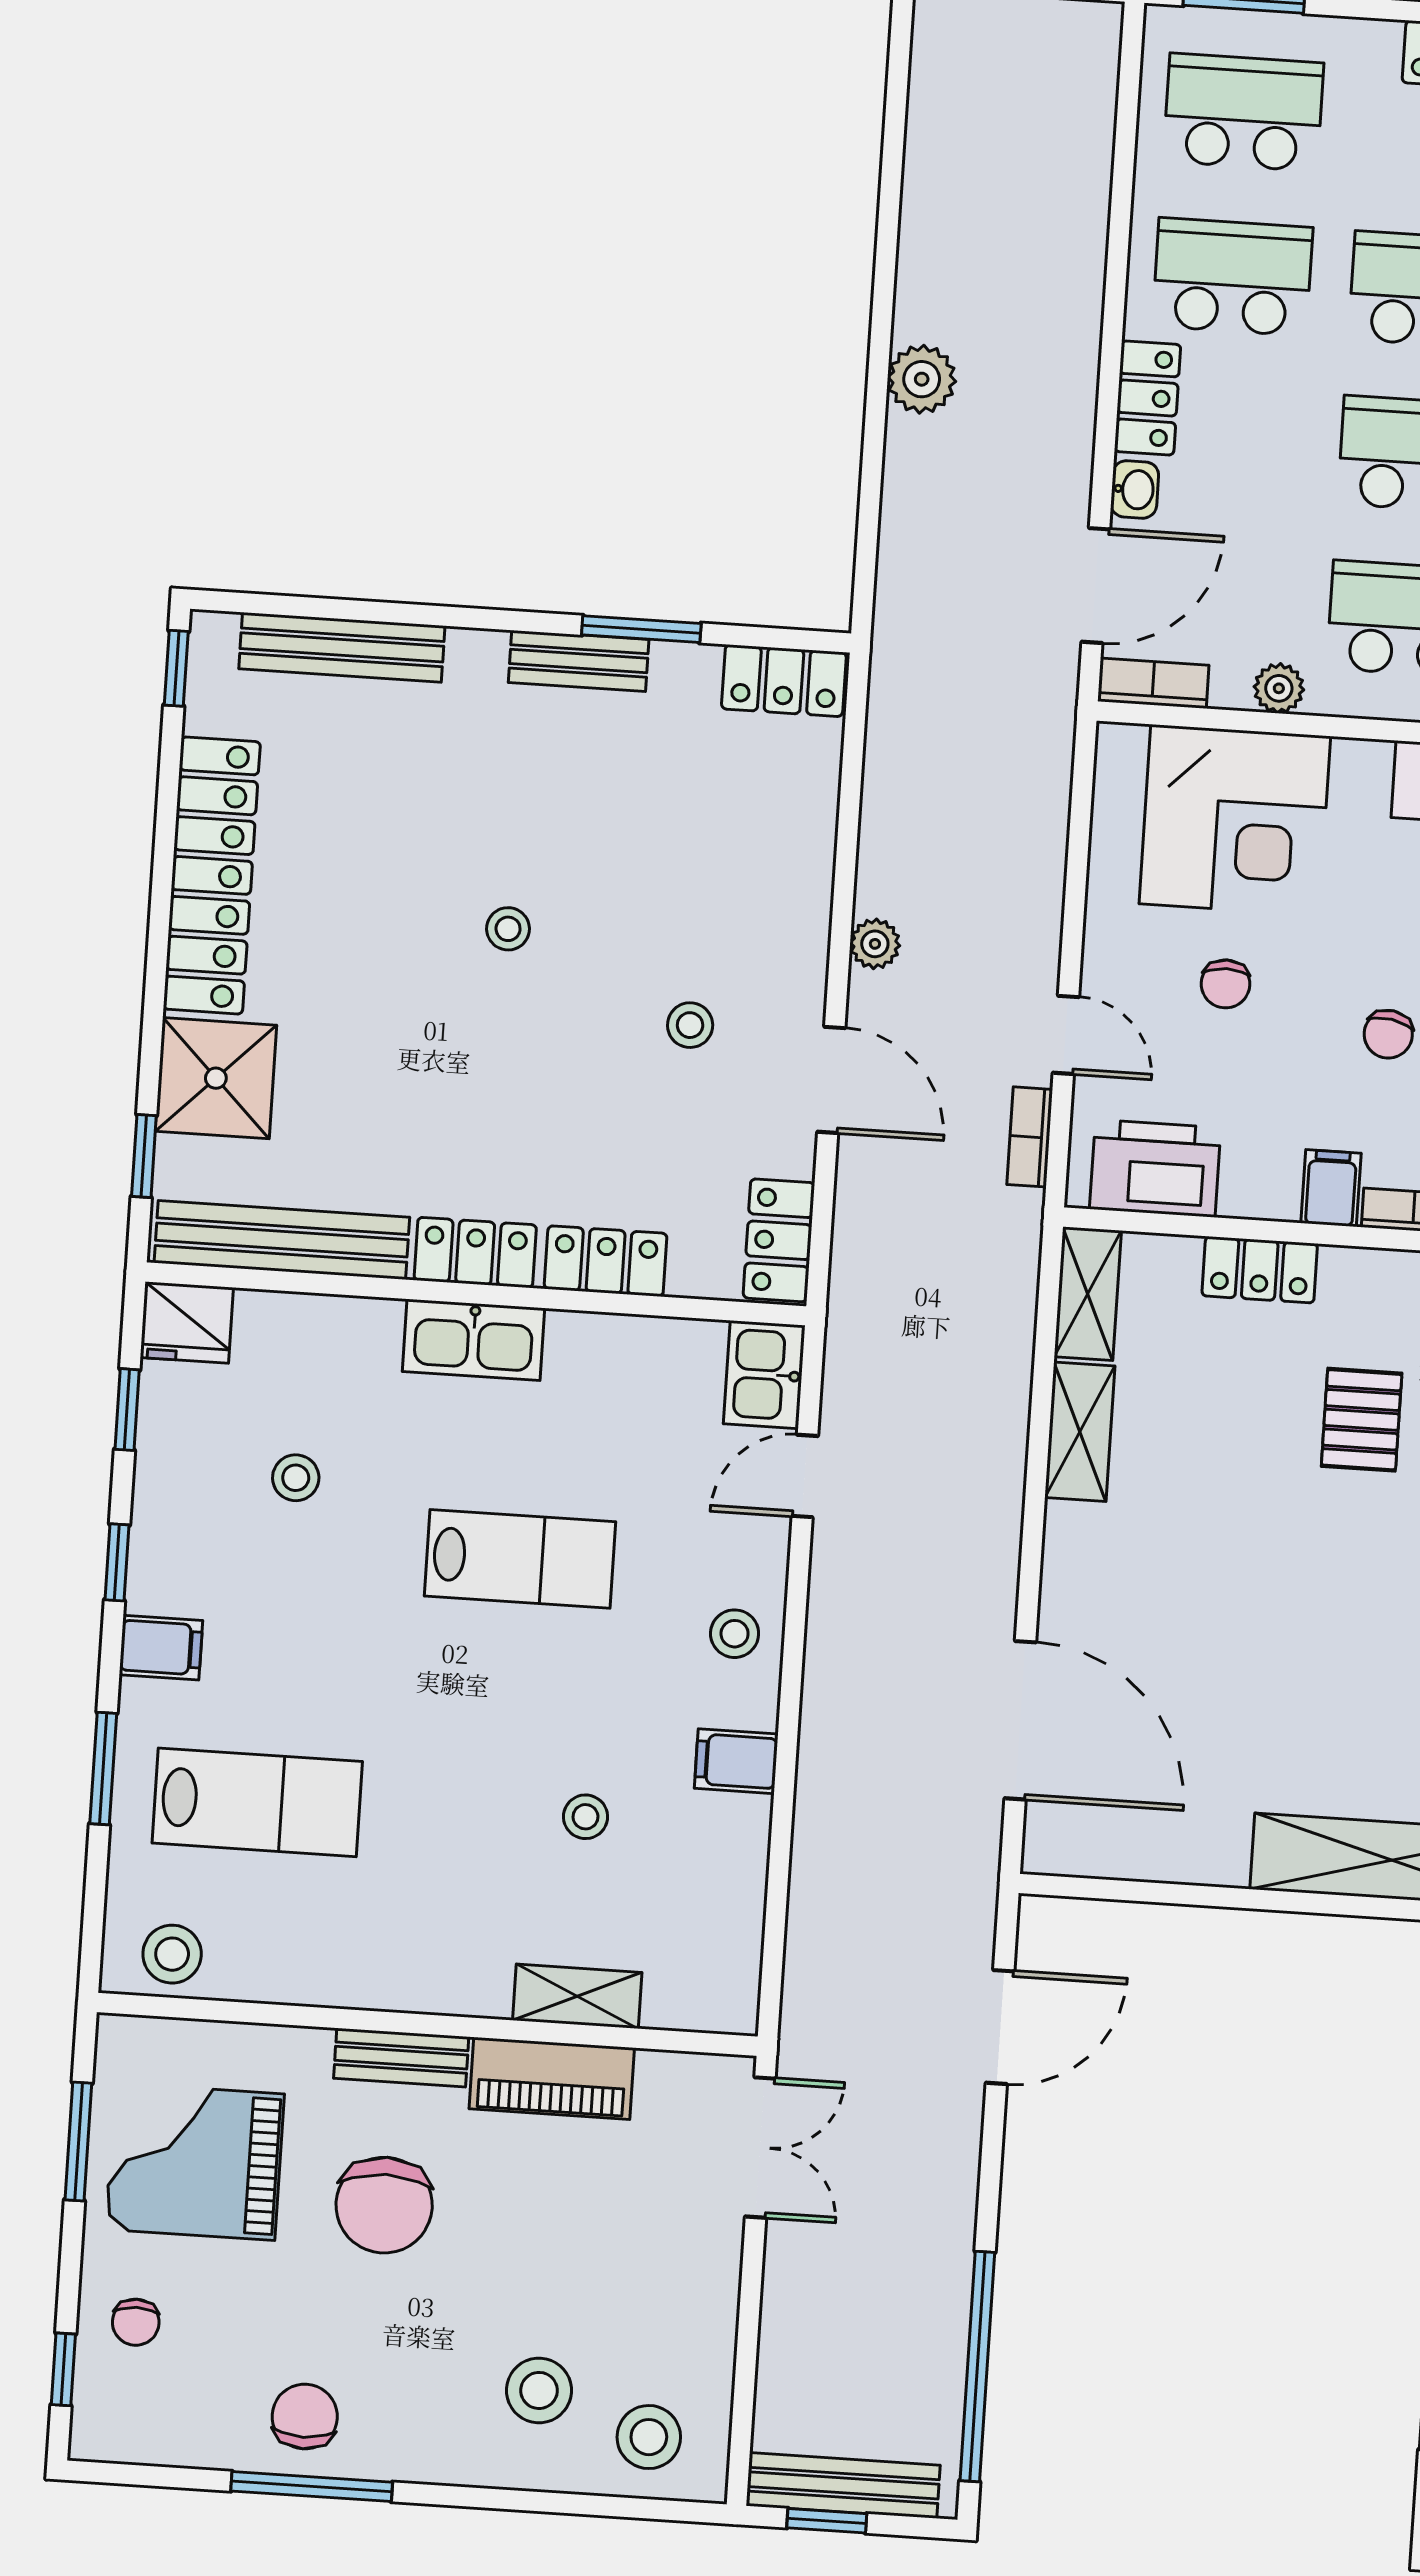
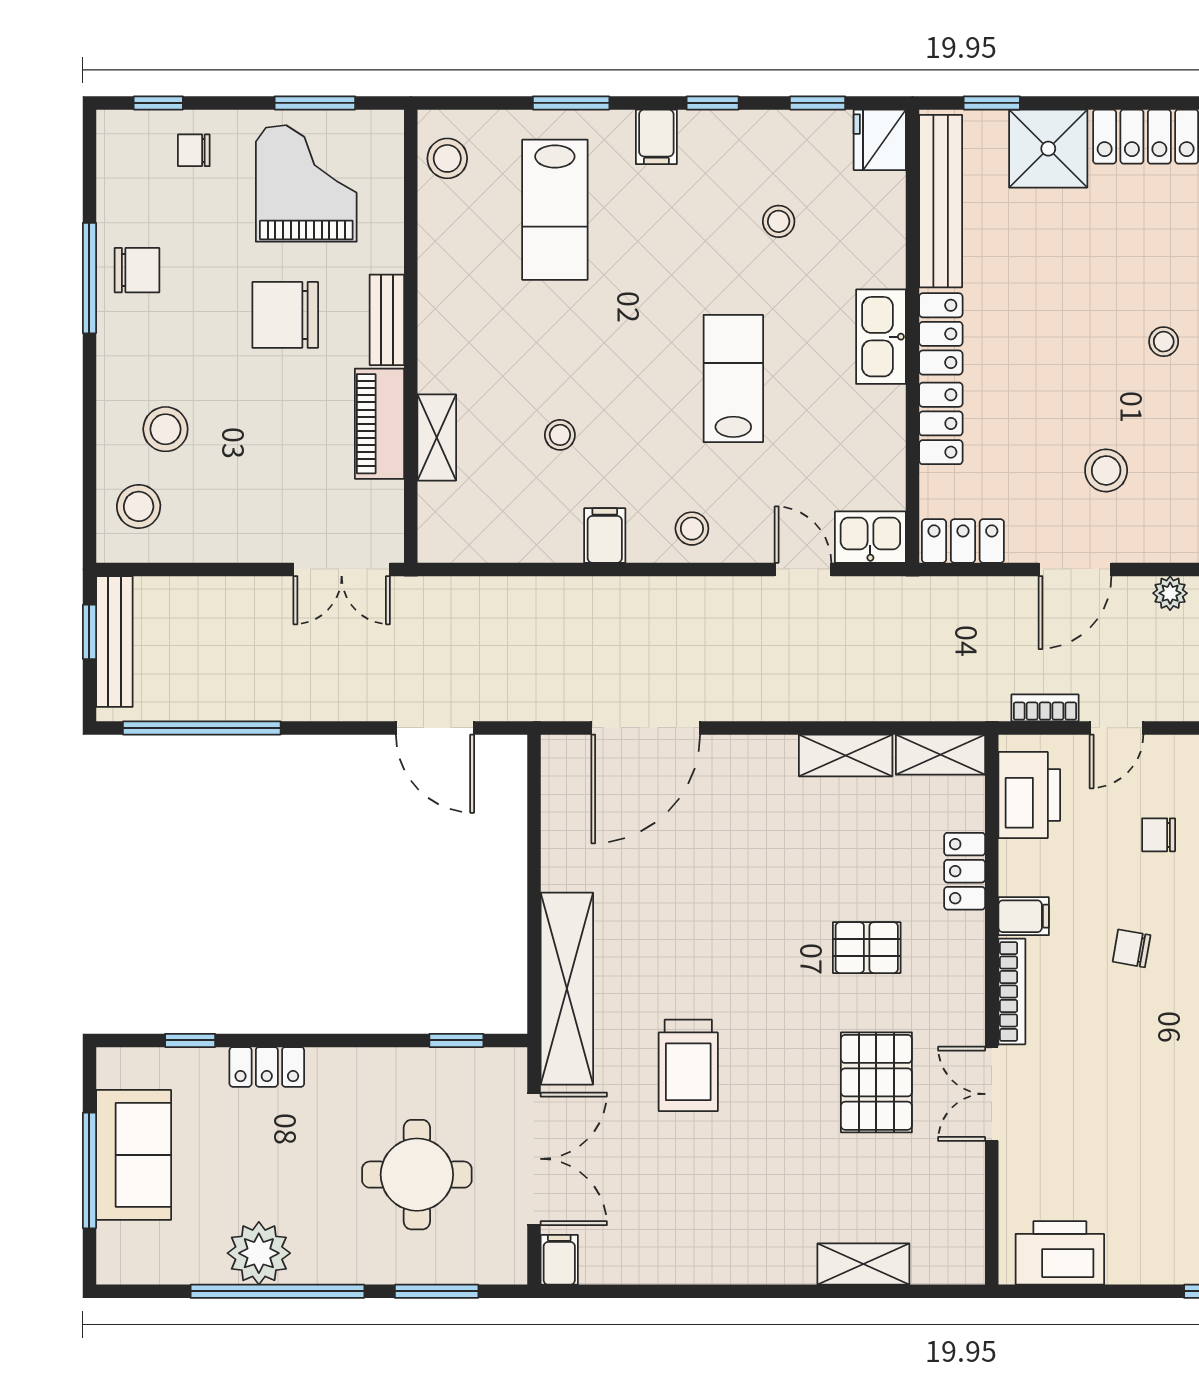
stool: (690, 1025) -> (1106, 470), width x1.37, depth x1.37
lab bench: (520, 1559) -> (733, 378), turned 180

